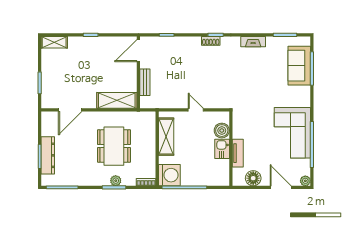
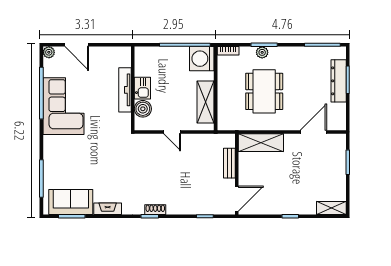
sofa: (299, 66) -> (71, 202), moved, turned -90
tv unit: (238, 153) -> (125, 90), width x1.41
floor lamp: (253, 178) -> (108, 55), removed

